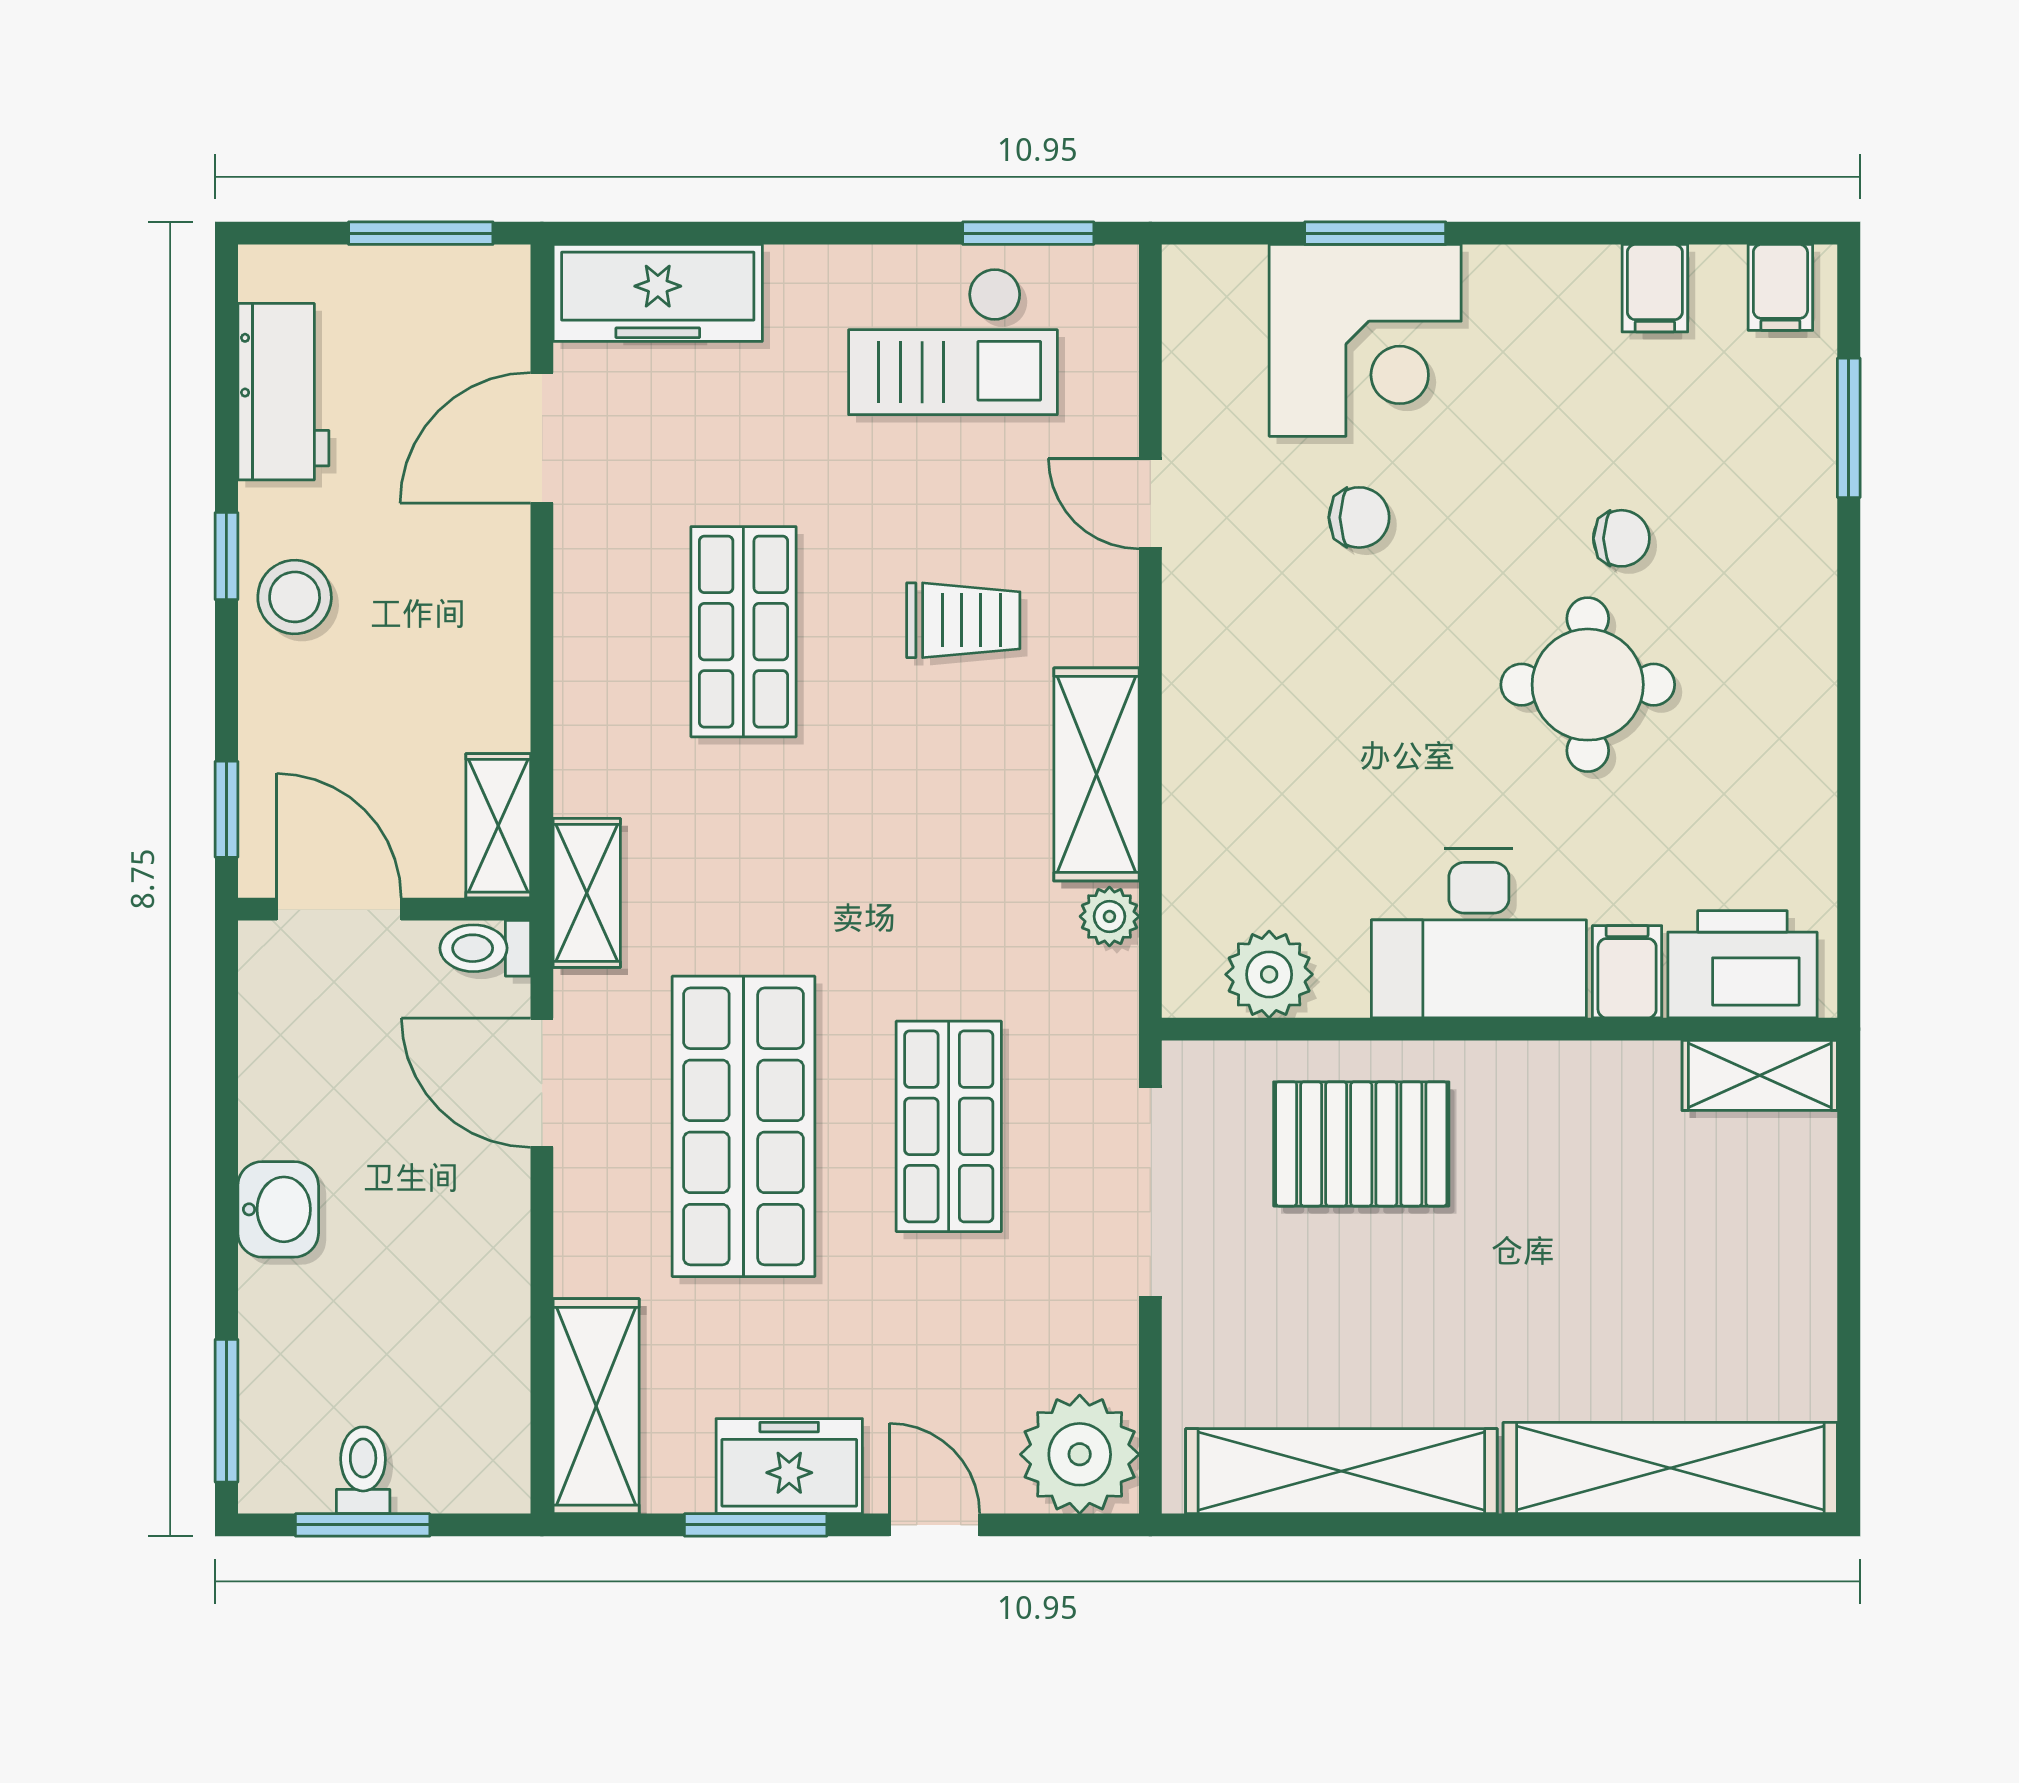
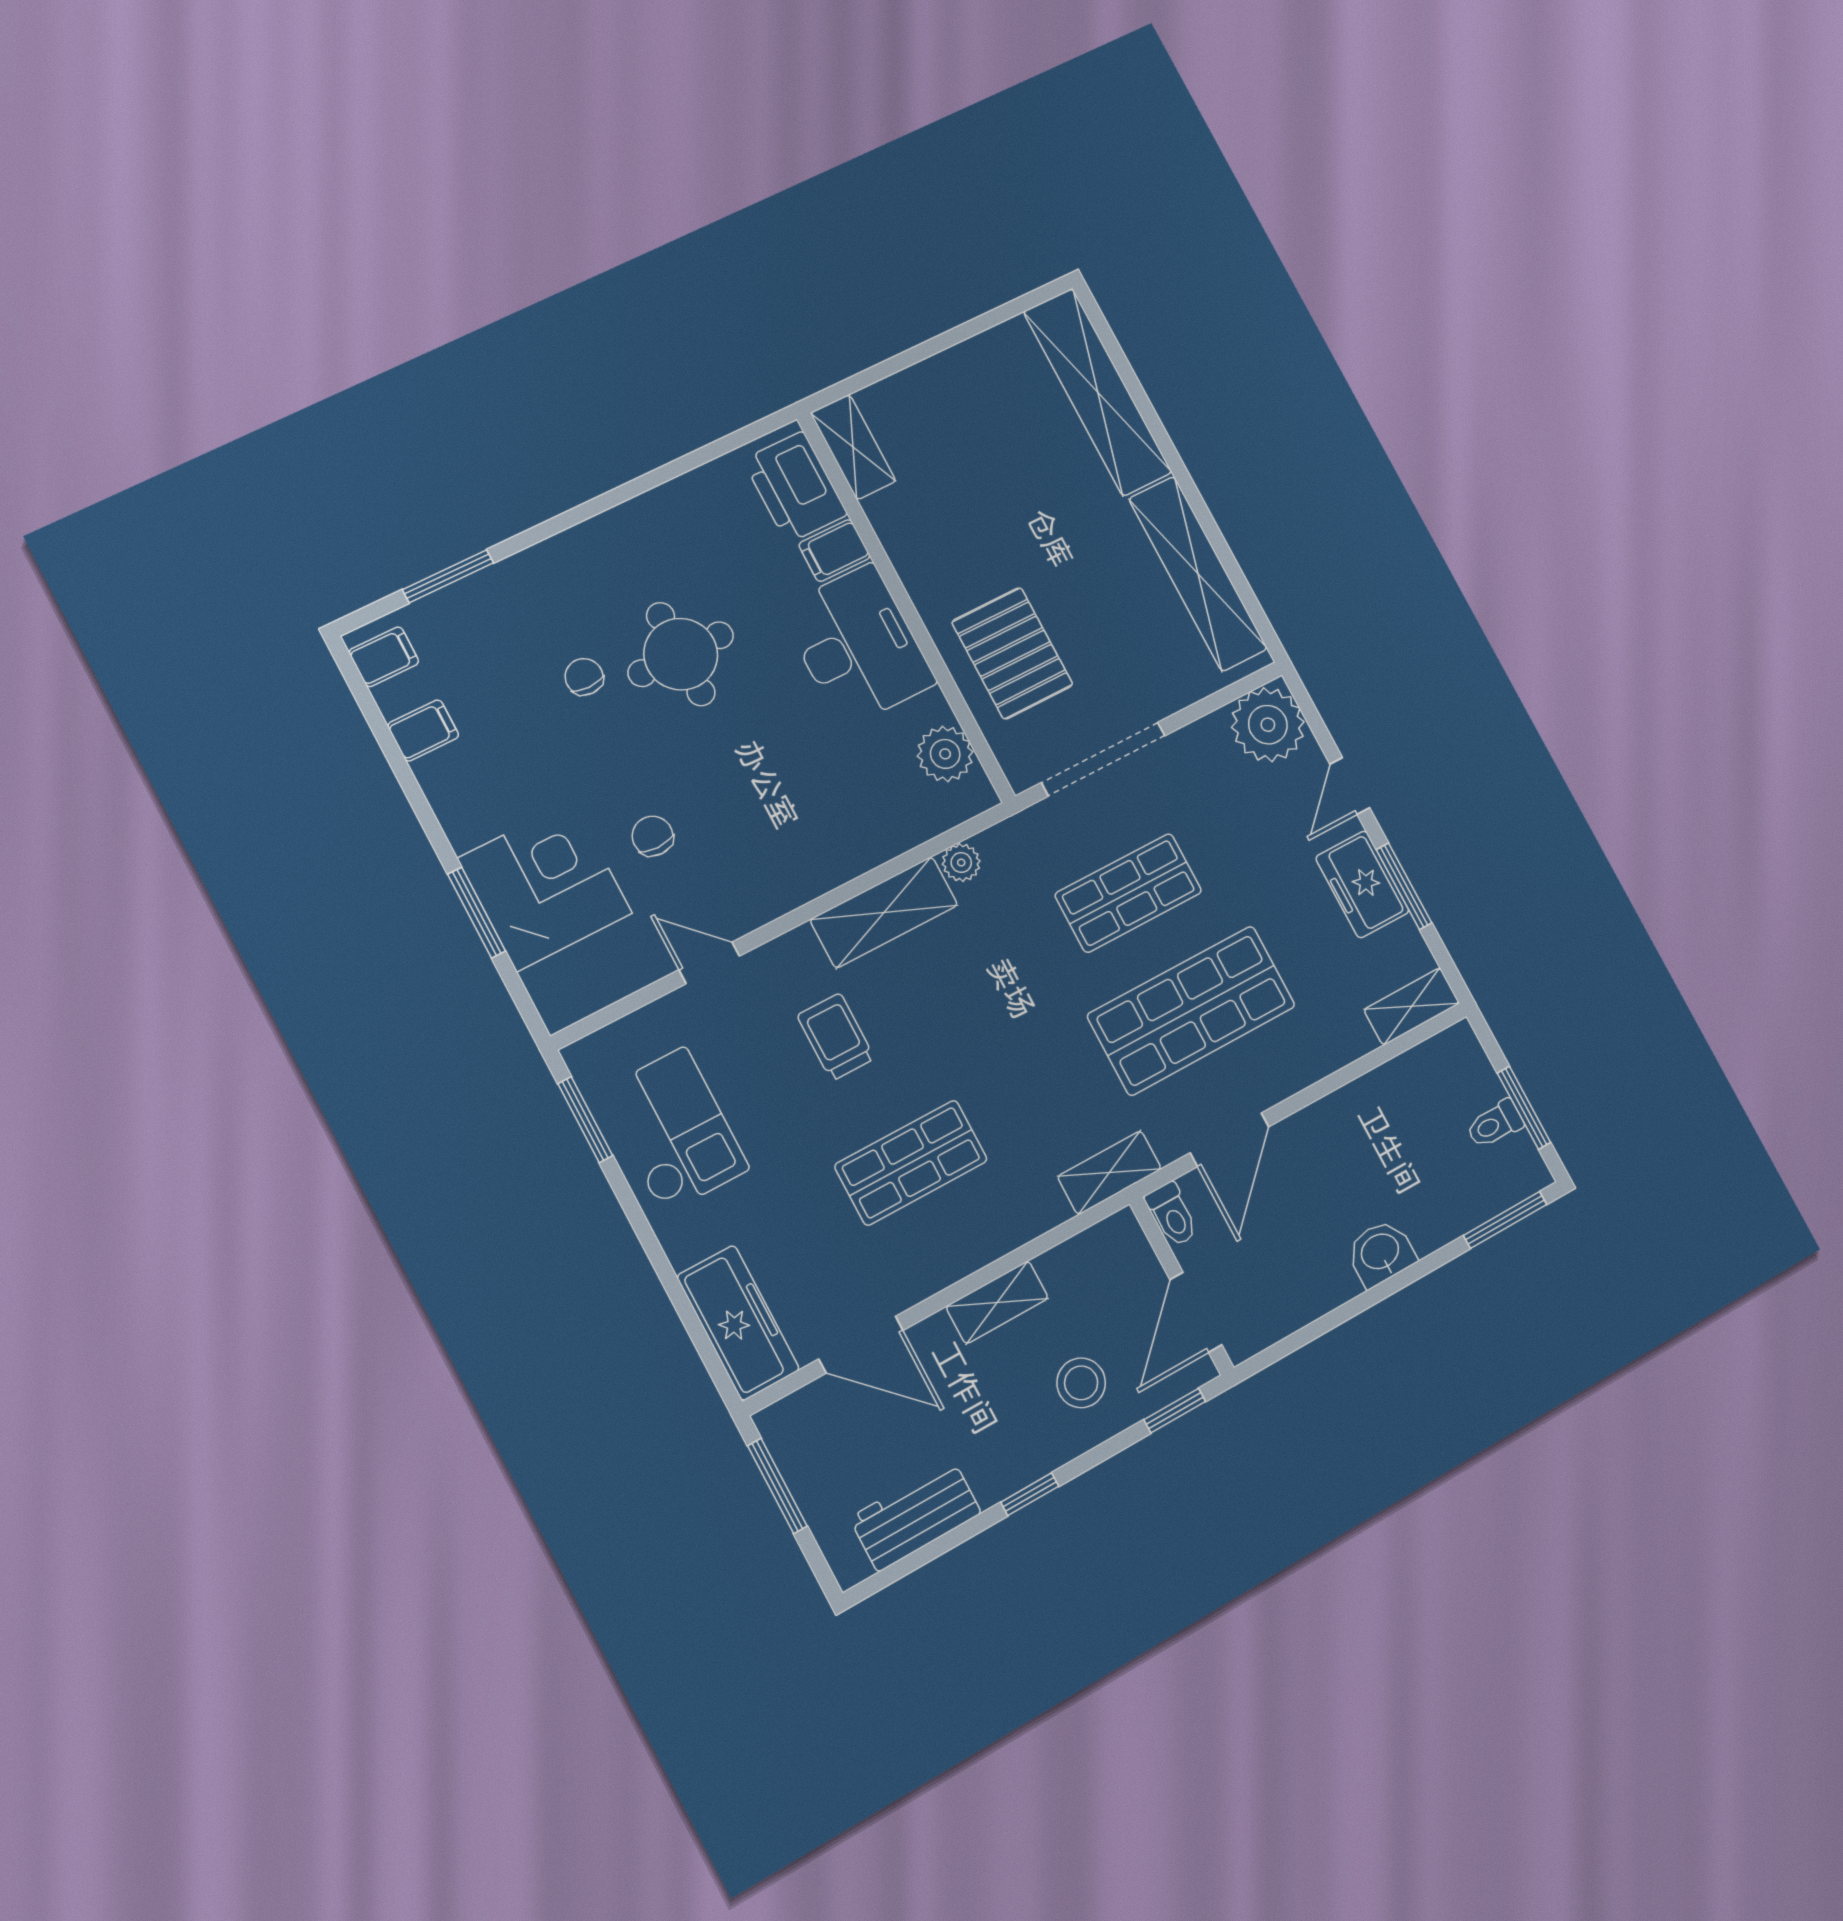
door: (1150, 504) -> (709, 963), swing flipped
stool: (295, 597) -> (1081, 1383), moved
shelving: (498, 826) -> (997, 1302), moved
shelving: (596, 1406) -> (1412, 1006), width x0.67, depth x0.75

